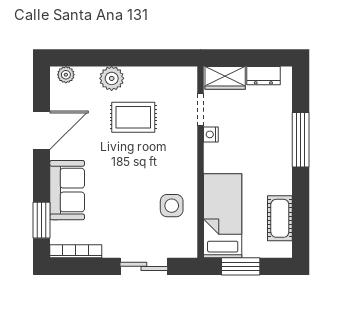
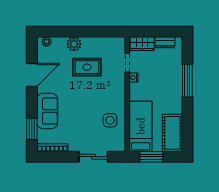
cot: (280, 218) -> (172, 133), width x1.37, depth x1.34

